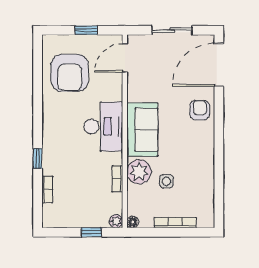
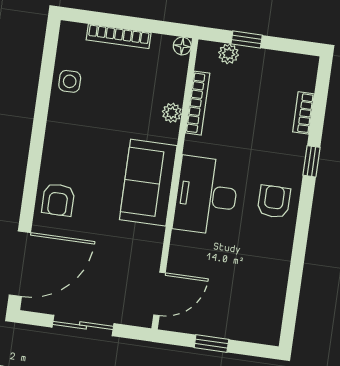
armchair: (70, 73) -> (274, 202), moved, width x0.53, depth x0.53
plant: (139, 172) -> (172, 113), width x0.53, depth x0.53
bookcase: (117, 179) -> (198, 103), width x1.56
side table: (166, 181) -> (70, 81), moved
plant: (116, 221) -> (228, 54), moved

